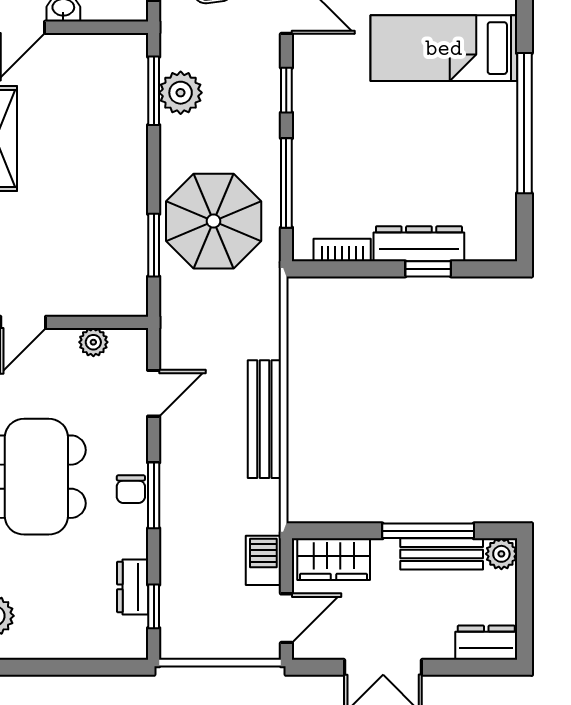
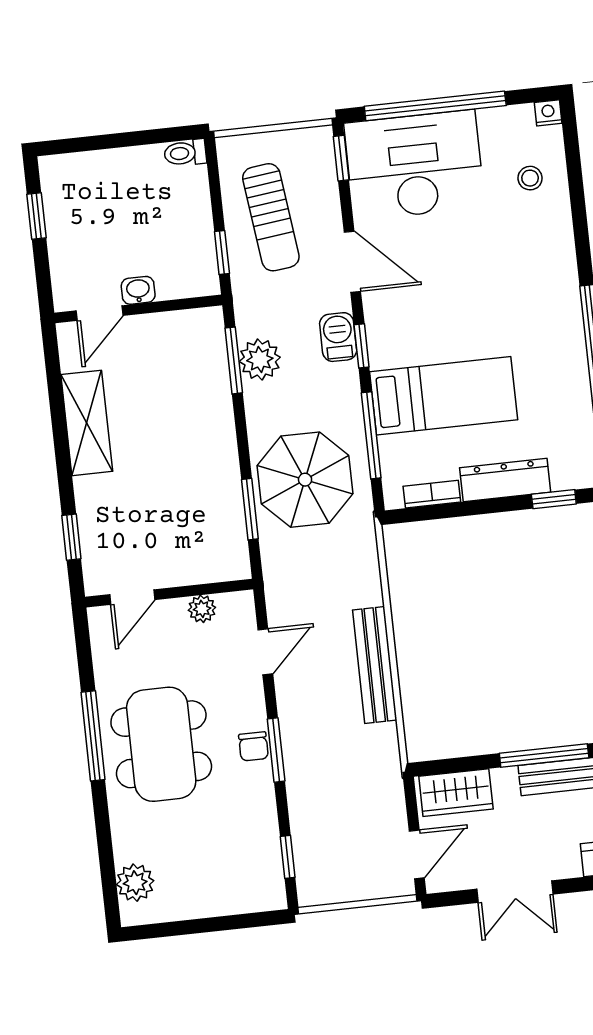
bed: (444, 48) -> (444, 396), moved, turned 180
window: (428, 269) -> (554, 499), moved
barbecue: (263, 560) -> (338, 337), moved
dresser: (133, 587) -> (265, 840), removed

